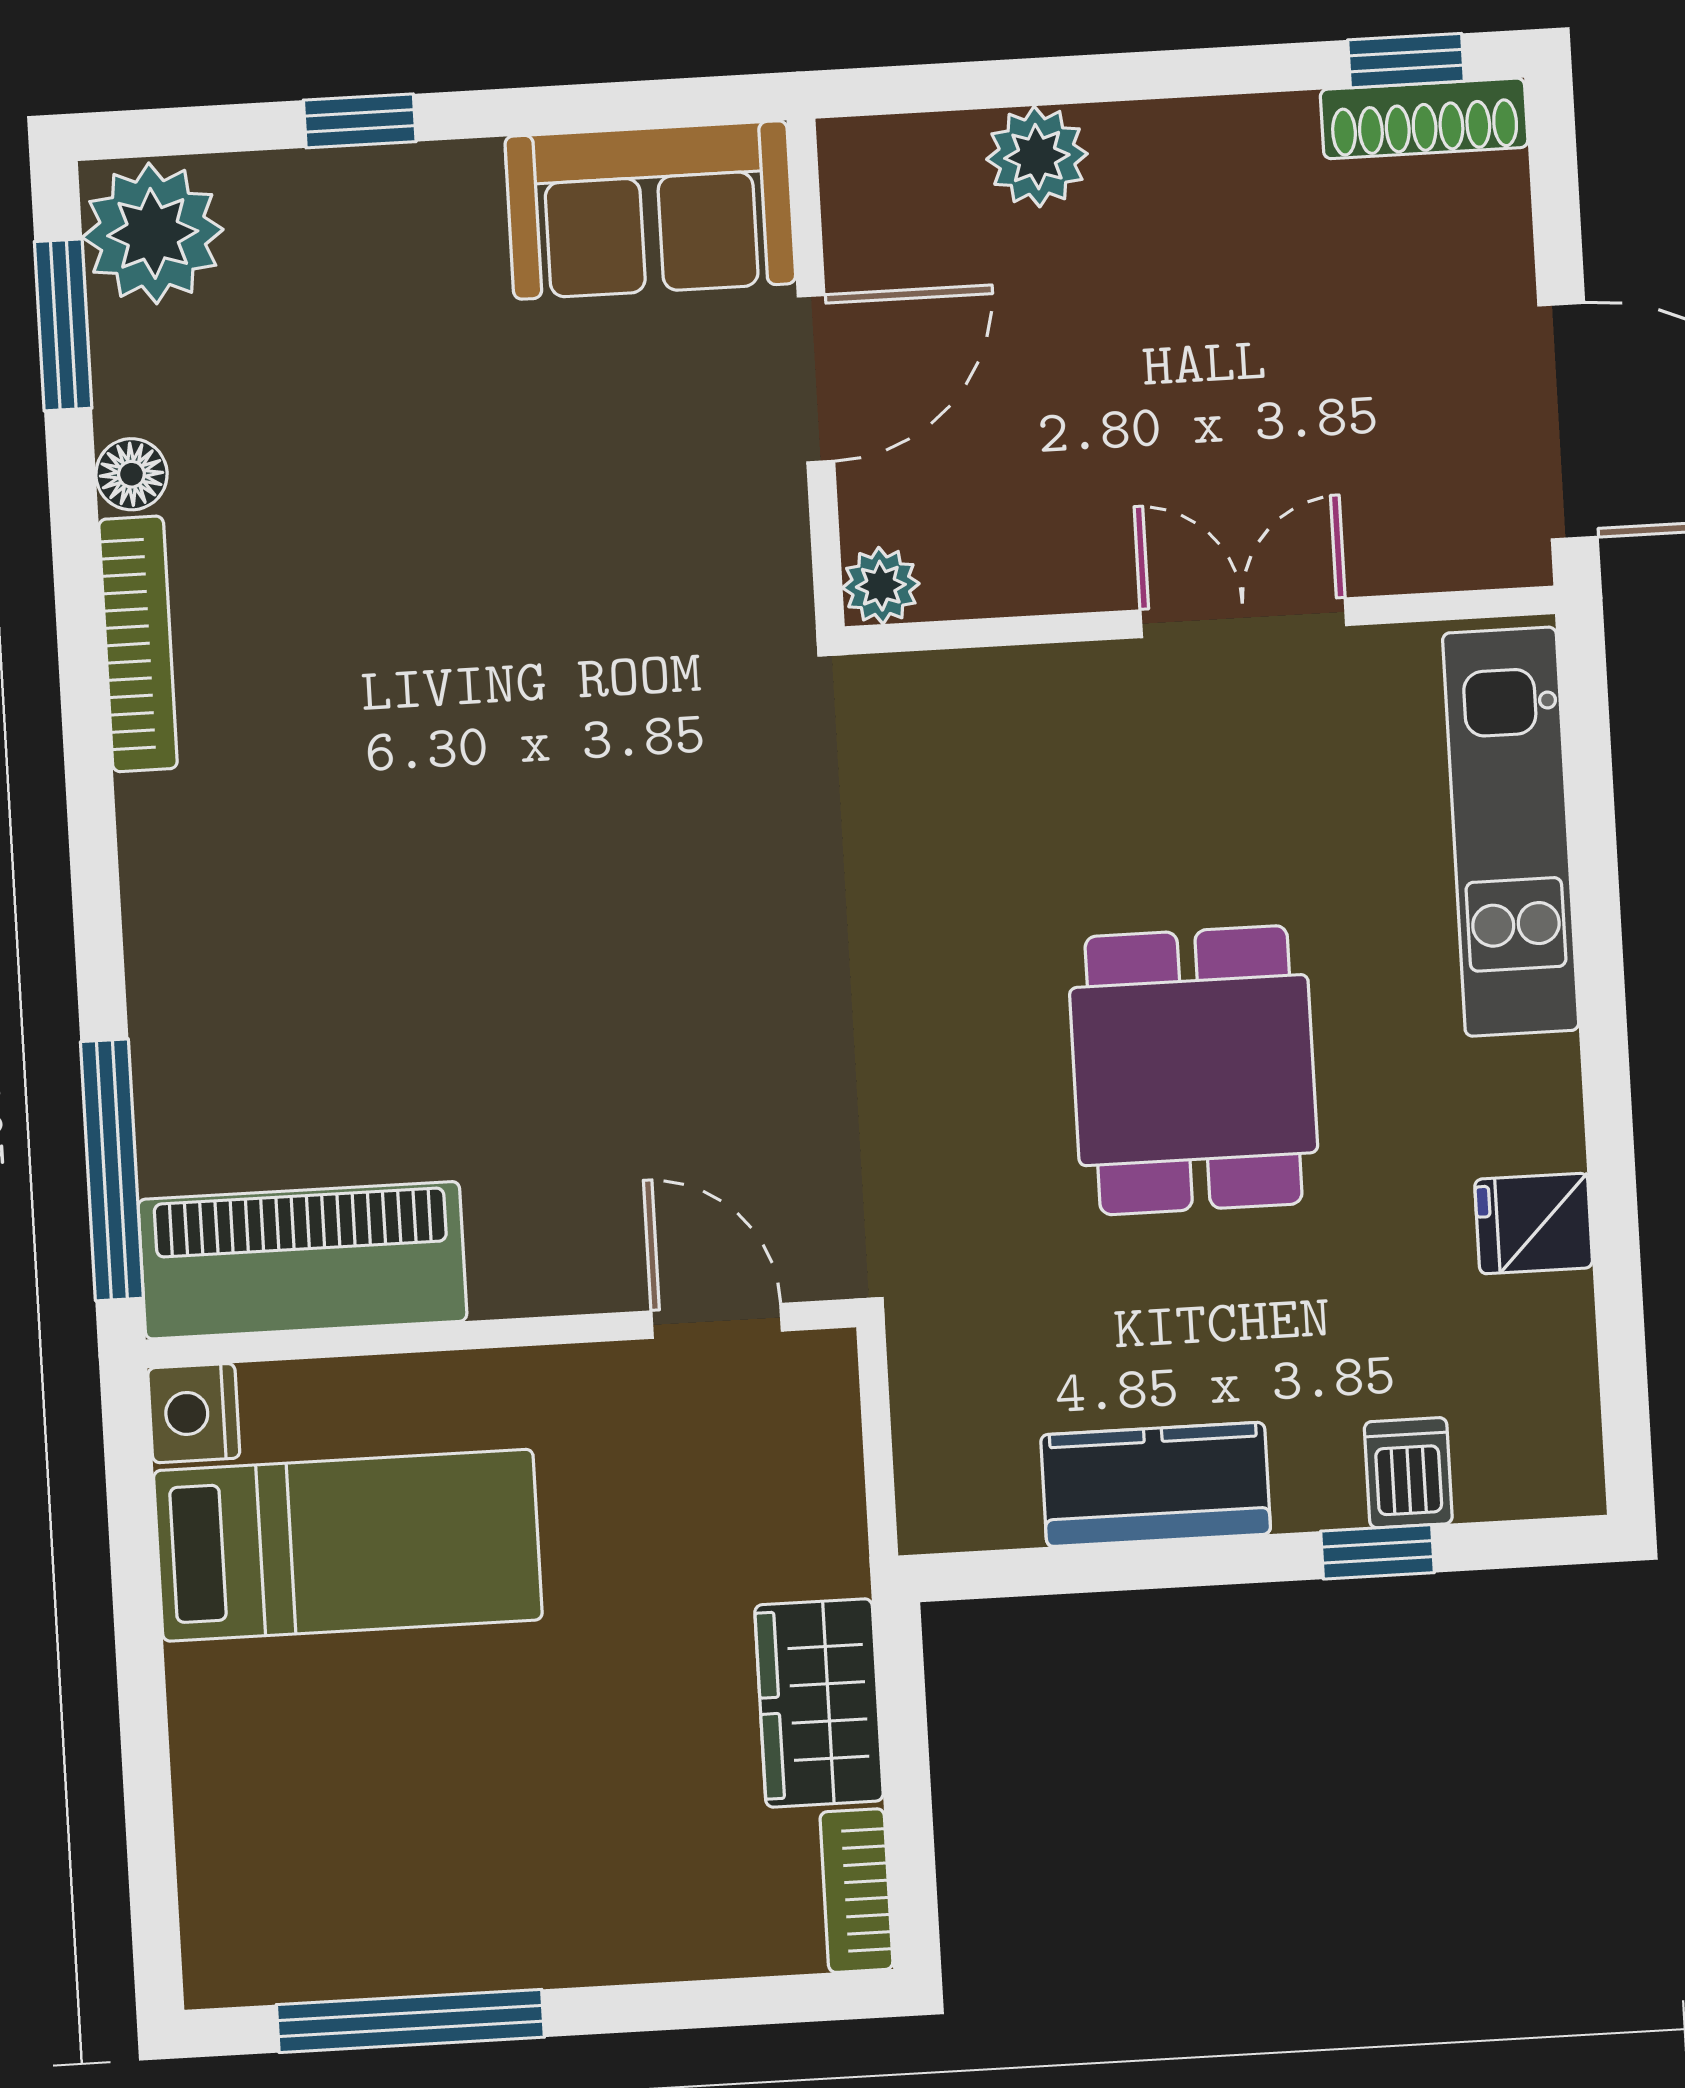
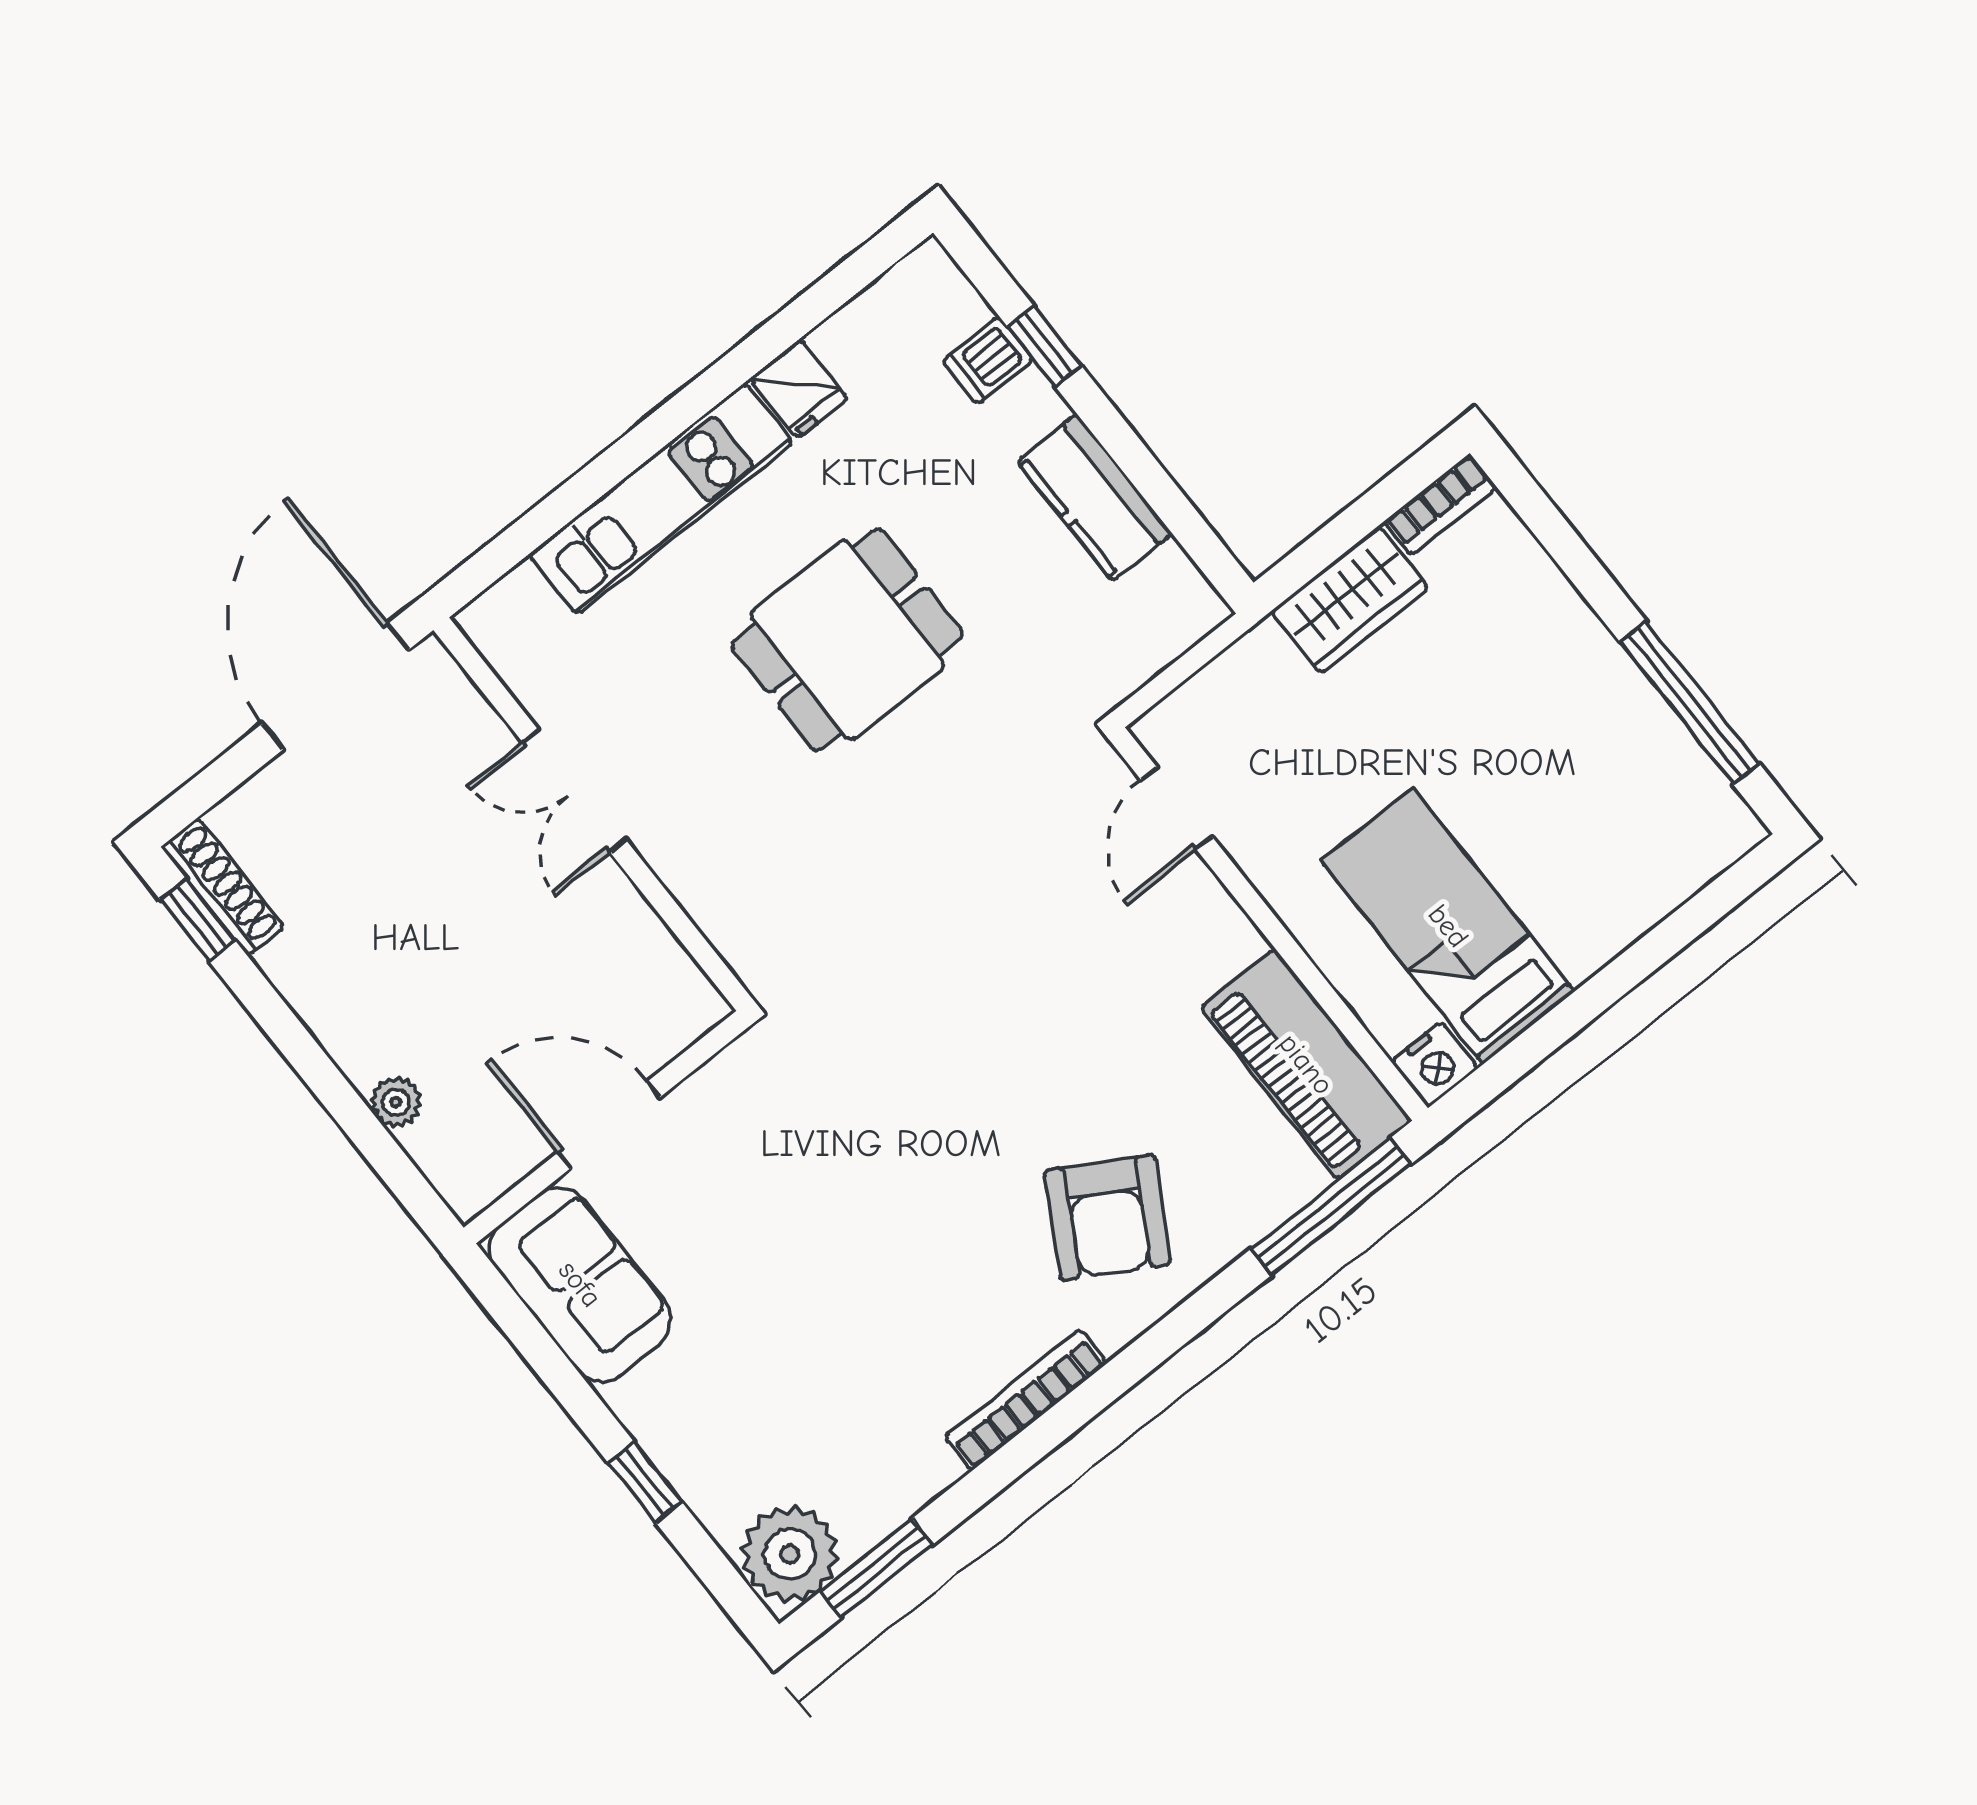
plant: (1037, 157) -> (396, 1102), width x0.73, depth x0.73
floor lamp: (131, 474) -> (933, 1471), removed
plant: (881, 586) -> (699, 1007), removed
kitchen unit: (1511, 832) -> (661, 499), moved
armchair: (286, 895) -> (1108, 1217), added

